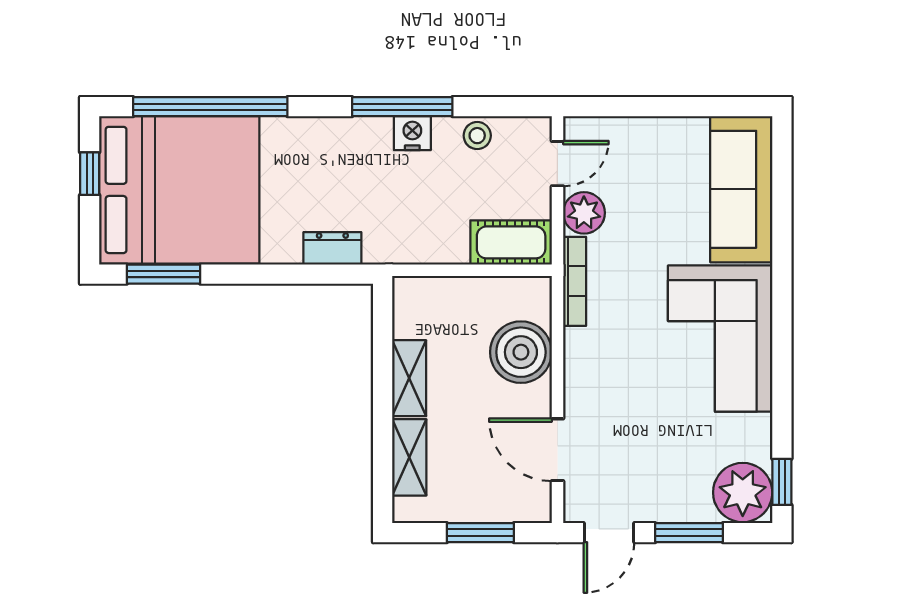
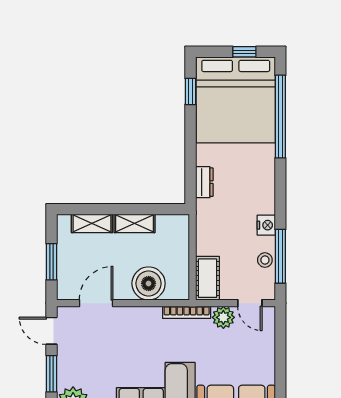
window: (402, 107) -> (280, 256), moved
window: (164, 274) -> (190, 91), width x0.67

